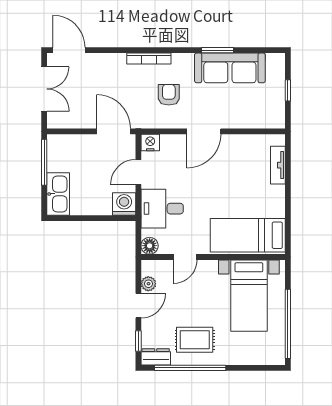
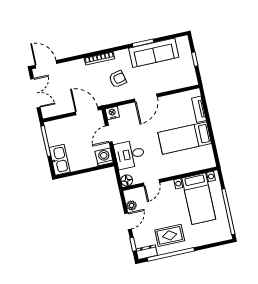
armchair: (169, 95) -> (118, 79), turned 77
bed: (248, 235) -> (185, 138), moved

